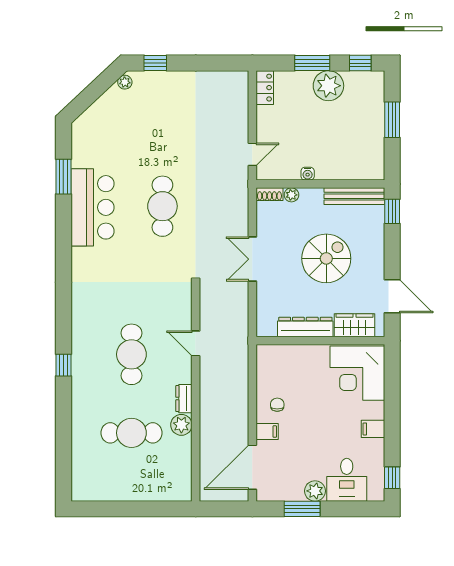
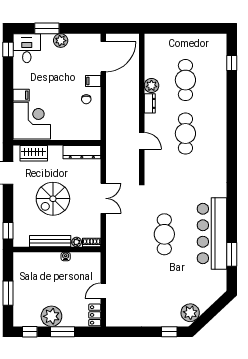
plant: (125, 82) -> (190, 313), width x1.87, depth x1.87
door: (252, 154) -> (103, 291), moved
bench: (354, 196) -> (50, 241), moved
bar counter: (92, 207) -> (212, 233), width x1.36
dresser: (305, 327) -> (82, 152), moved
window: (63, 365) -> (232, 63), moved
filing cabinet: (373, 429) -> (21, 95), moved
cafe table: (131, 433) -> (185, 80), turned 90
desk: (347, 480) -> (27, 48), moved
window: (302, 509) -> (47, 28), moved

